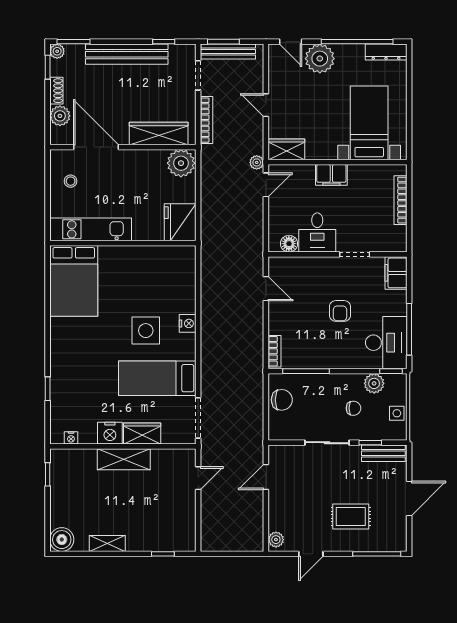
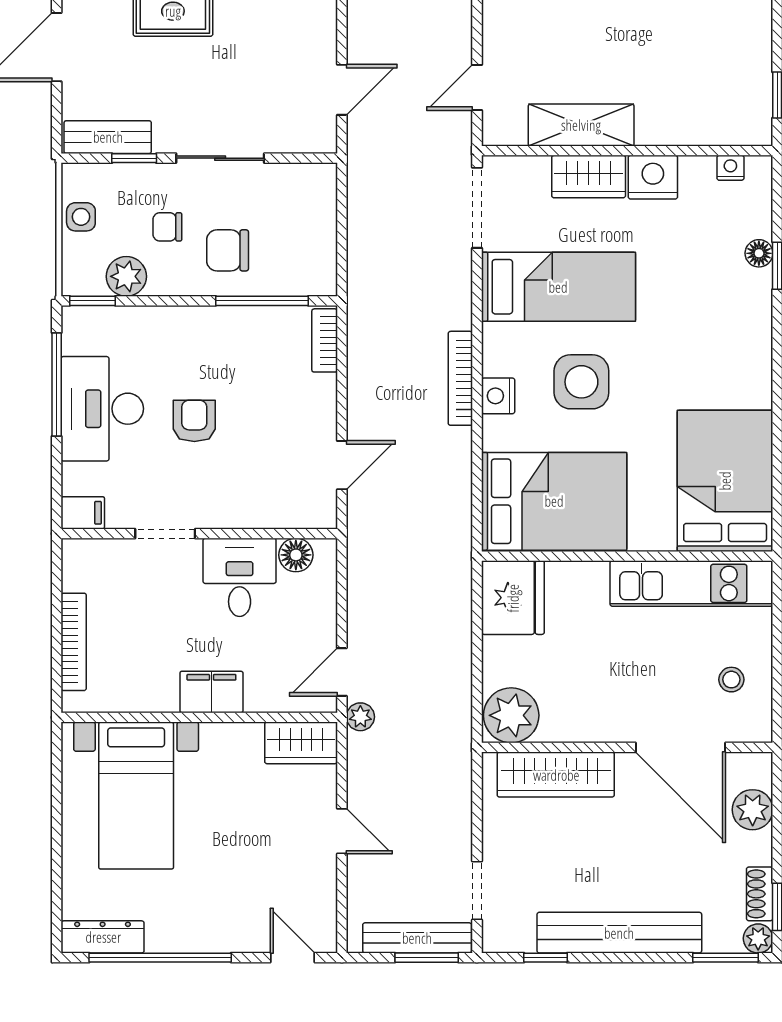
plant: (320, 59) -> (235, 924), removed
shoe rack: (56, 91) -> (760, 894), moved
bookcase: (206, 120) -> (460, 378), moved
bed: (159, 271) -> (554, 501), added
filing cabinet: (396, 273) -> (83, 513), width x0.50
door: (266, 289) -> (342, 465), swing flipped
desk: (386, 343) -> (102, 409), moved
floor lamp: (57, 395) -> (759, 253), added
chair: (282, 400) -> (228, 250), moved
shelving: (124, 459) -> (581, 125), moved

